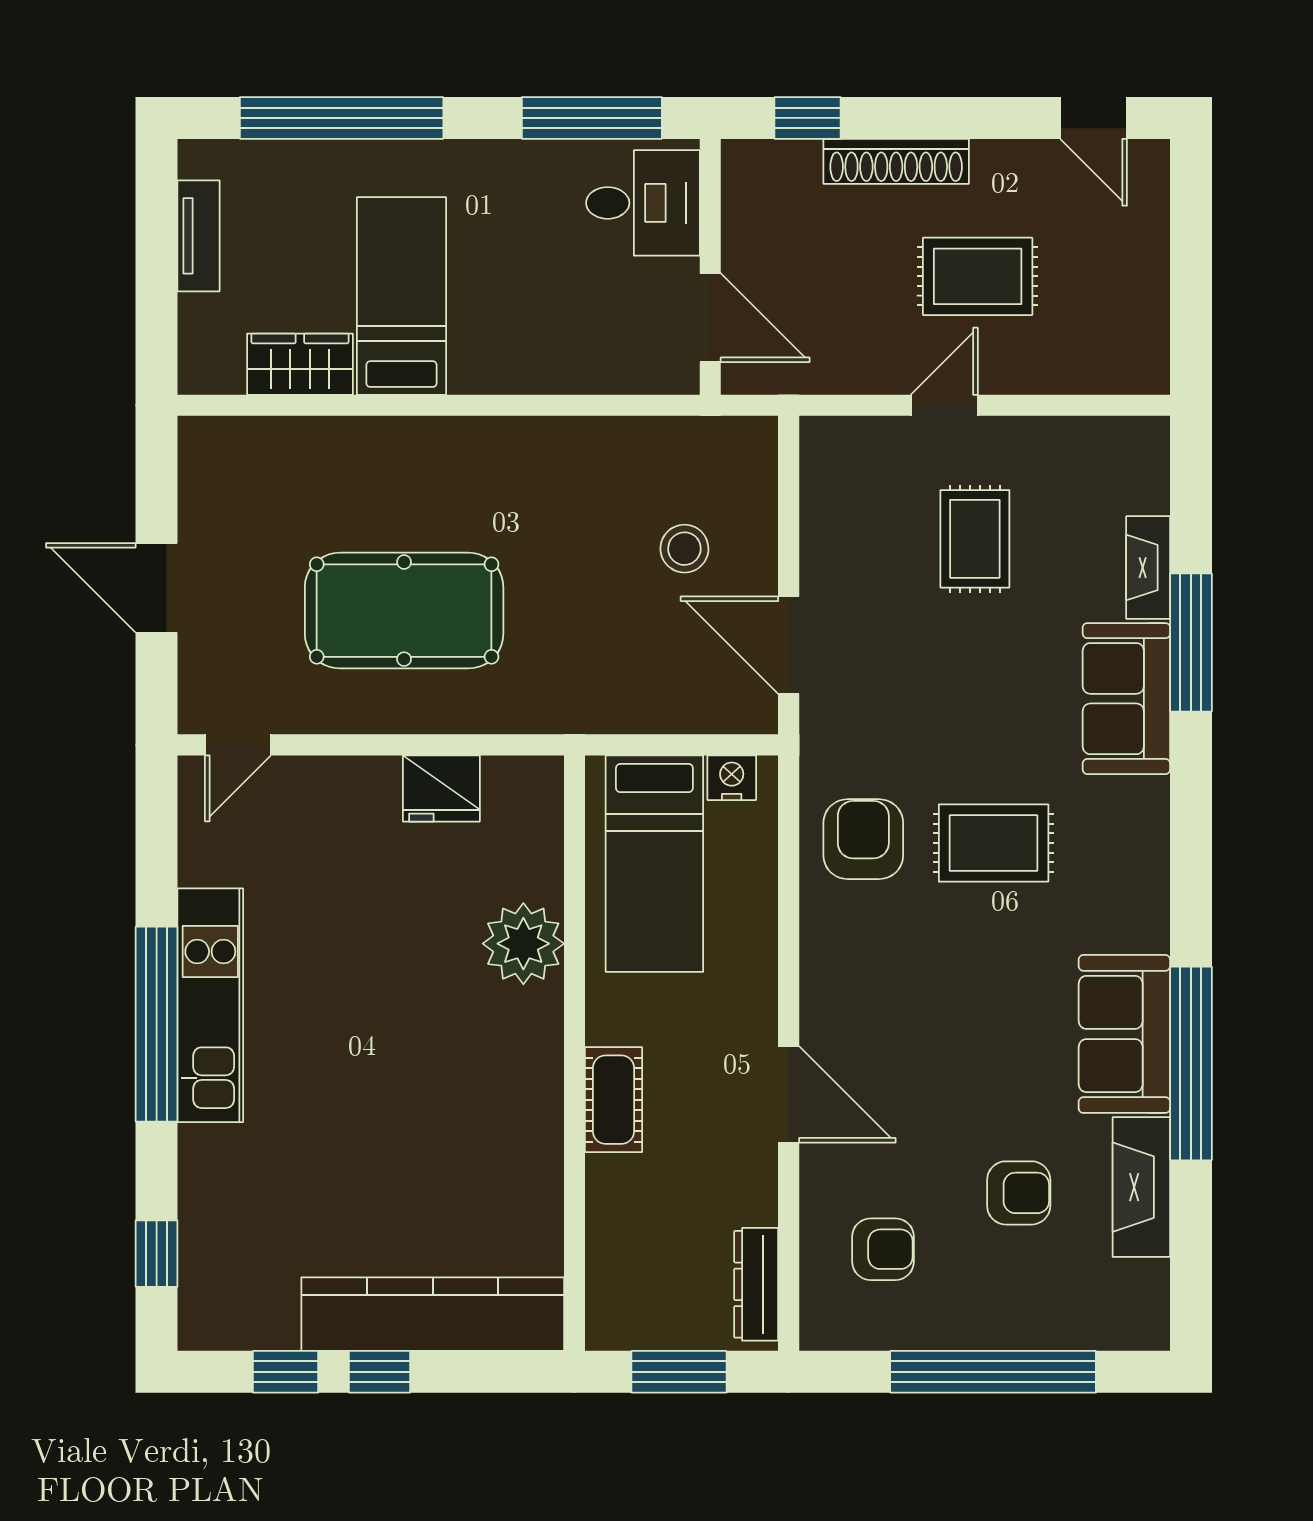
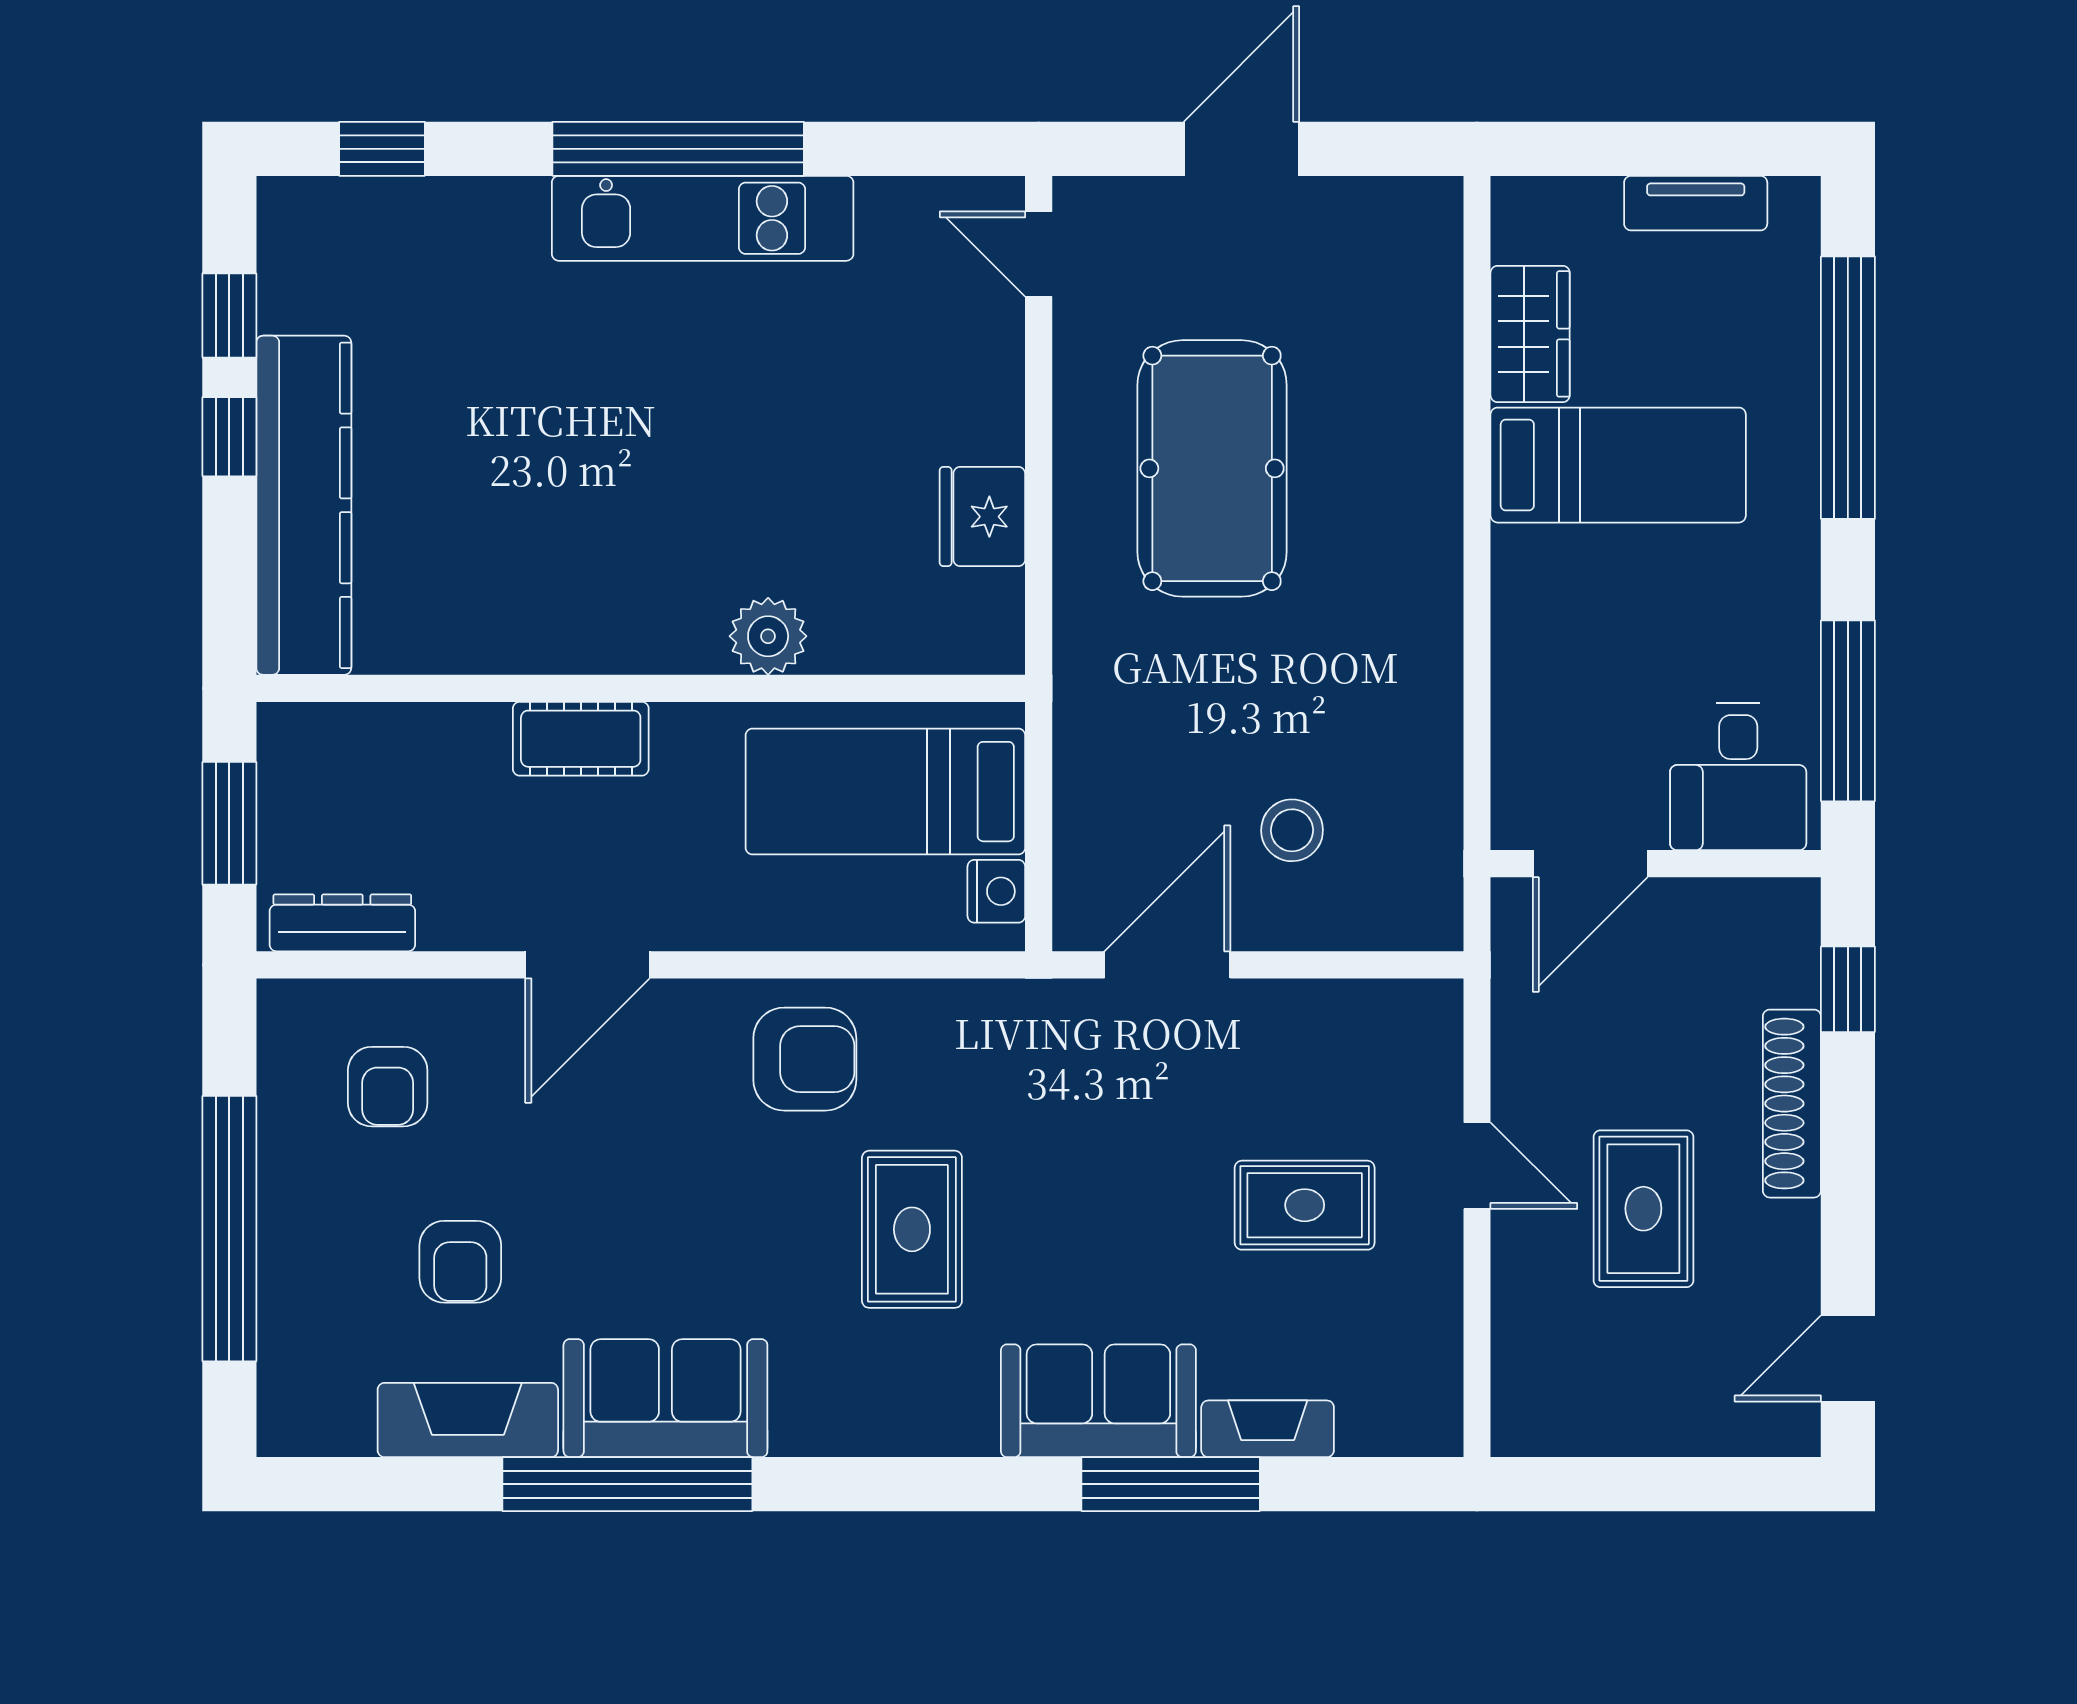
armchair: (863, 839) -> (805, 1059), moved
plant: (523, 944) -> (768, 636), width x0.73, depth x0.73

